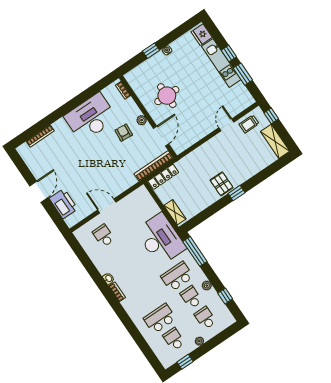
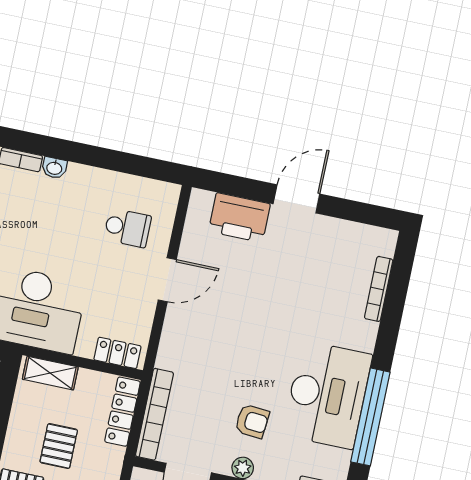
window: (83, 97) -> (370, 417), added
pallet: (195, 186) -> (59, 446), added
door: (39, 192) -> (296, 199), swing flipped
locker: (146, 198) -> (117, 353), added

